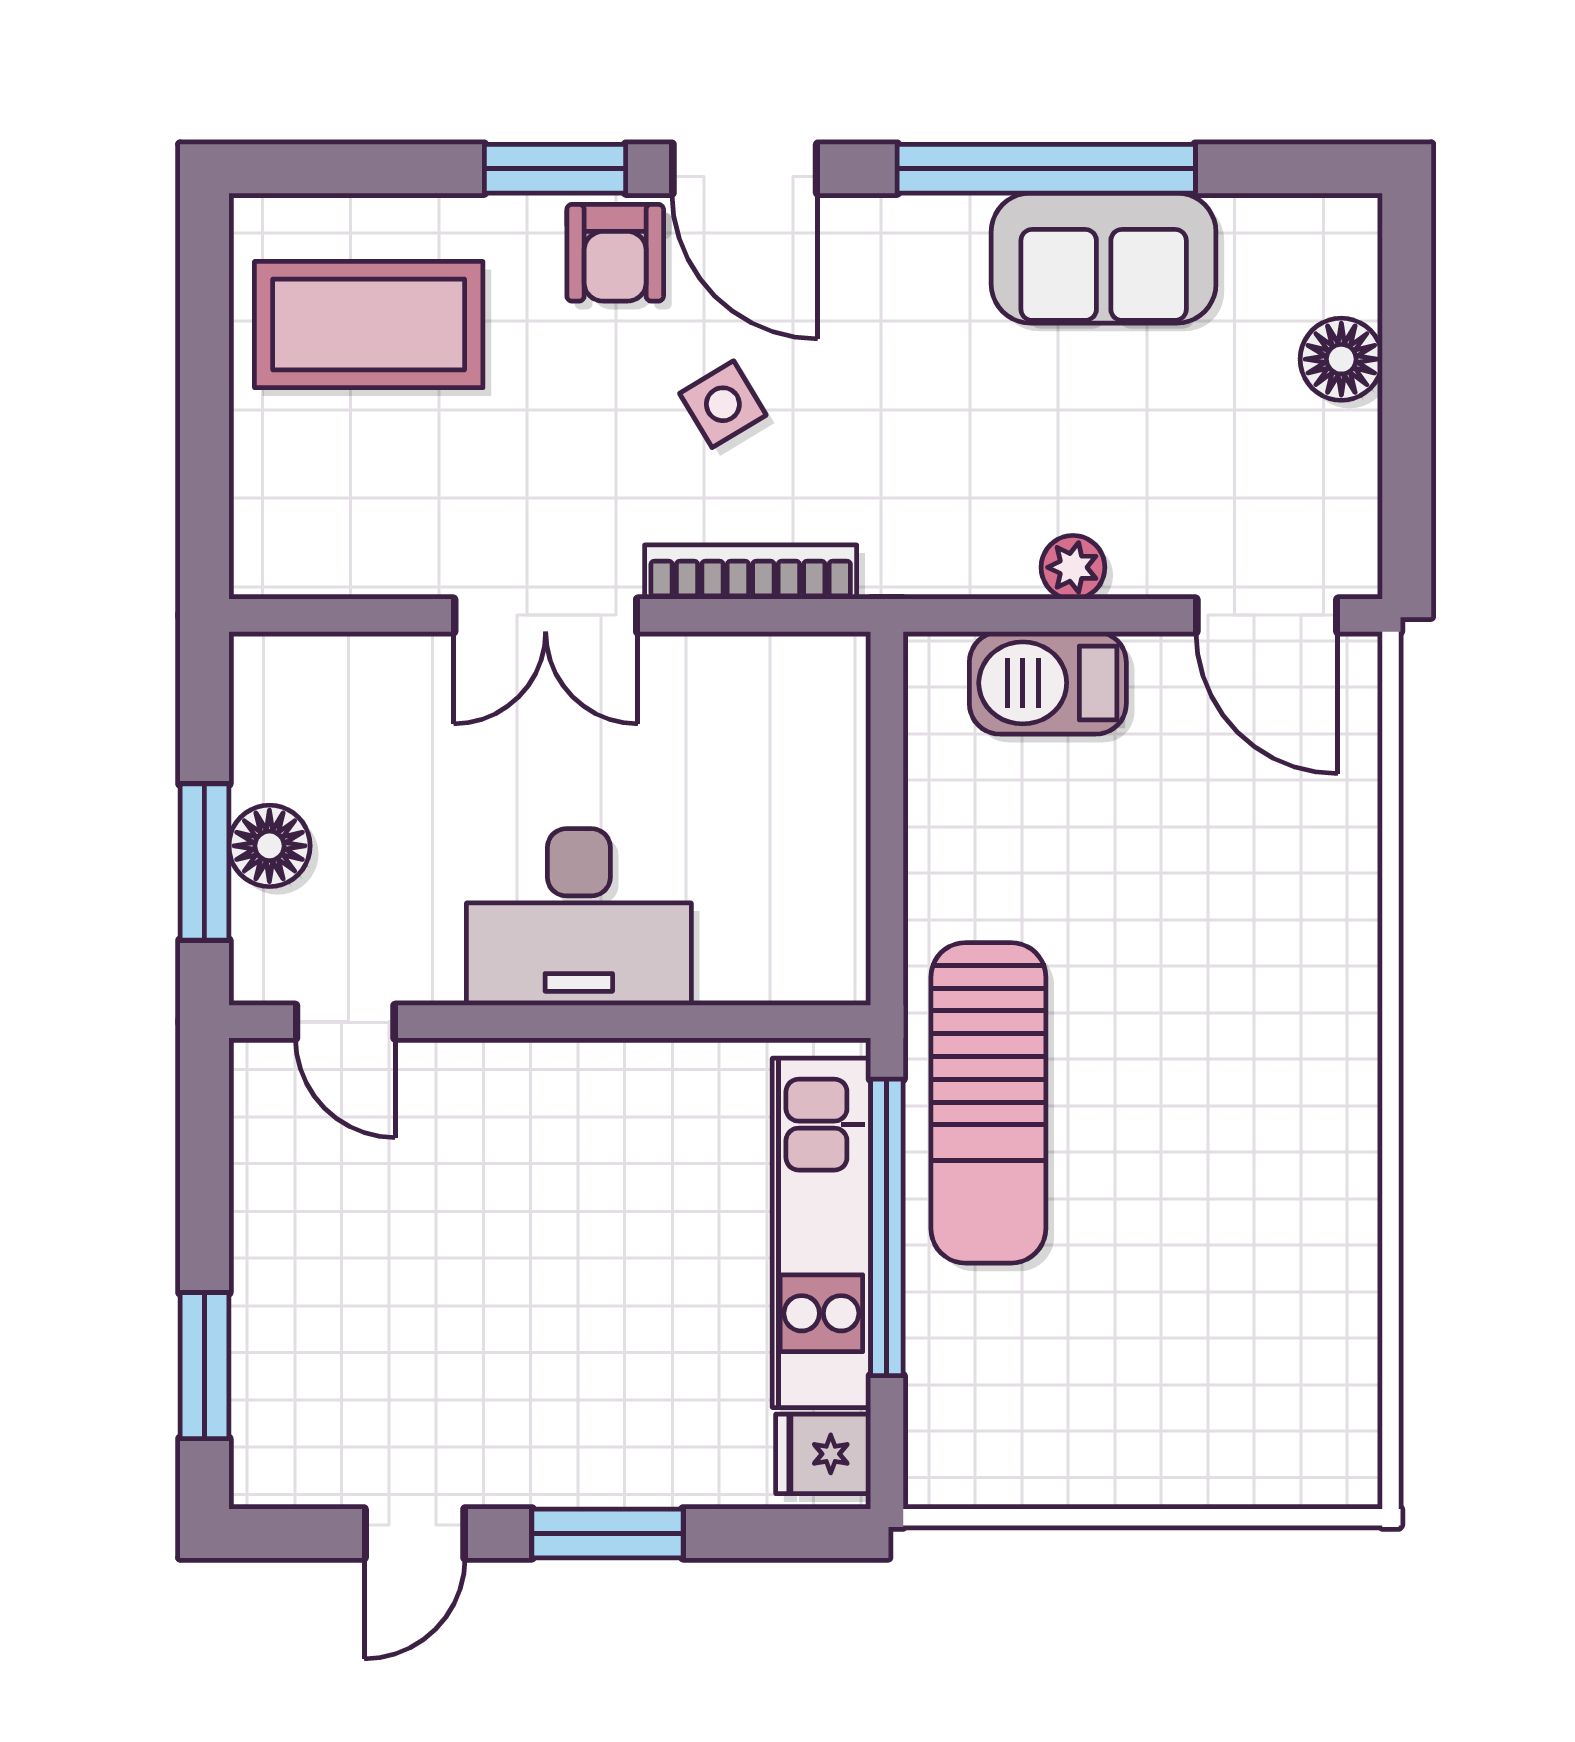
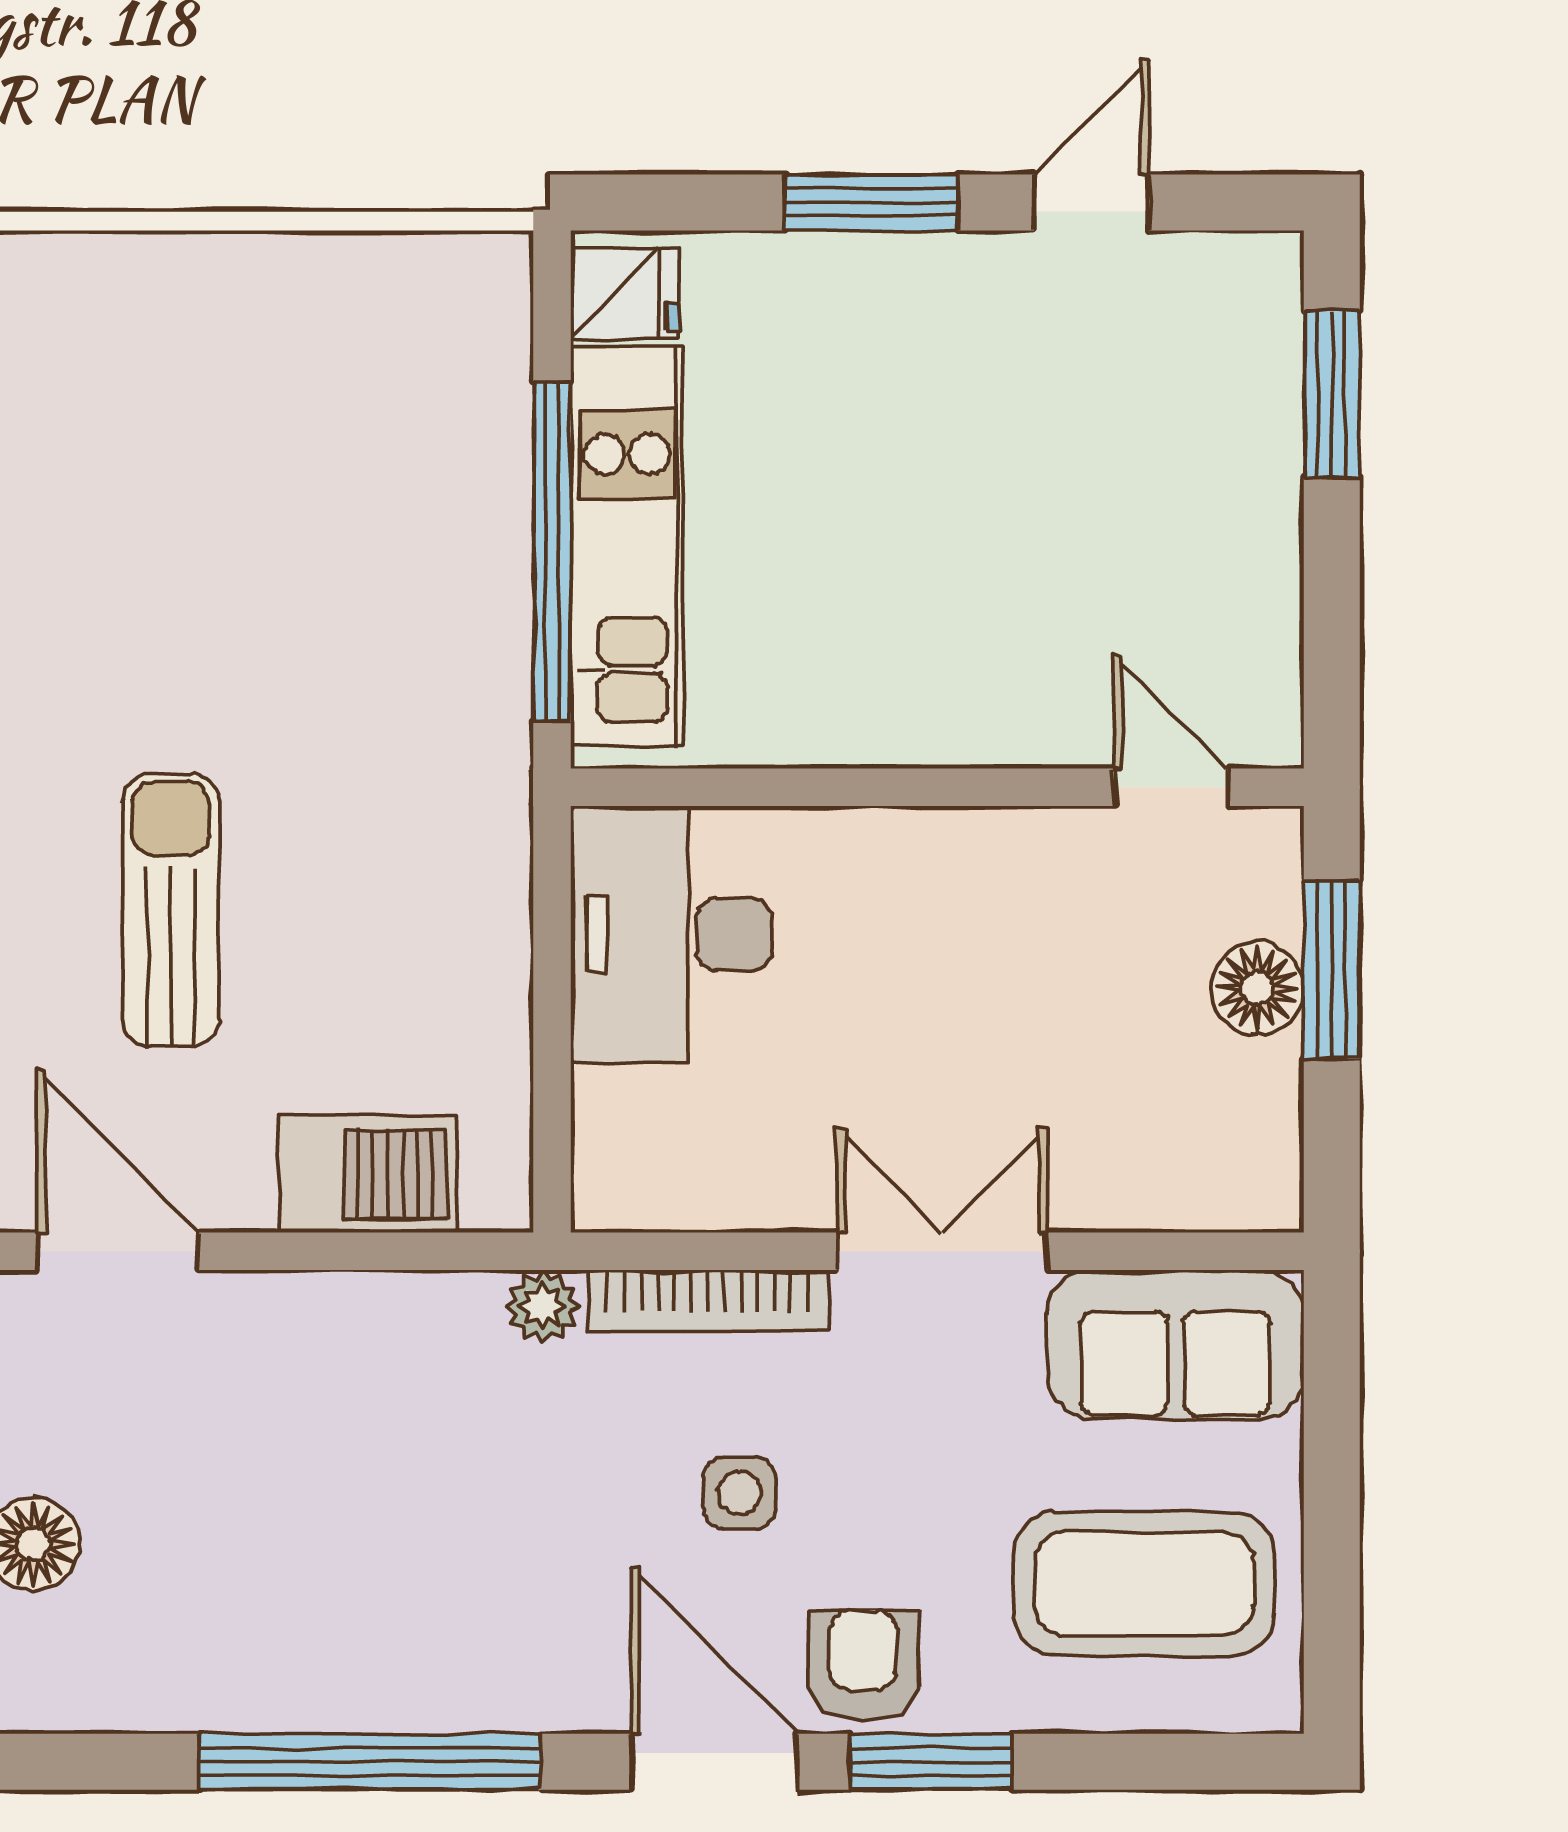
sofa: (1104, 258) -> (1175, 1344), moved, turned 180
side table: (723, 404) -> (739, 1493), turned 31
plant: (1073, 567) -> (543, 1306), moved
desk: (579, 917) -> (672, 934), moved, turned -90
sun lounger: (988, 1103) -> (171, 910), moved, width x0.73, depth x0.75

